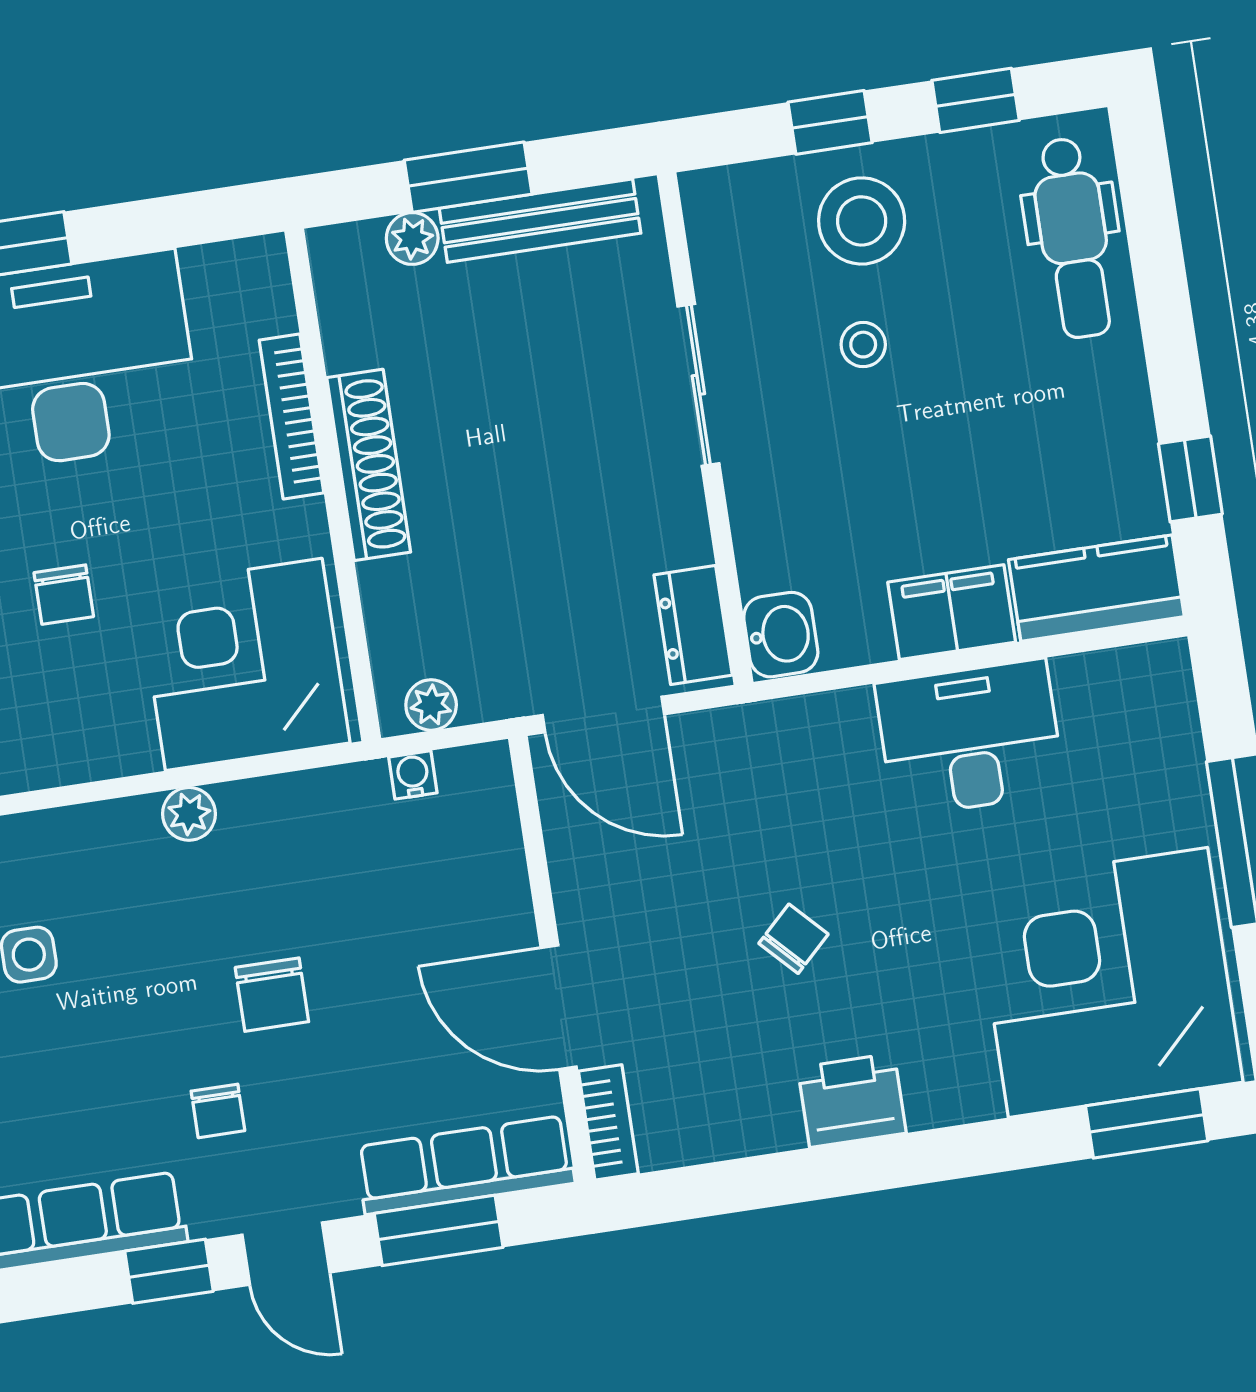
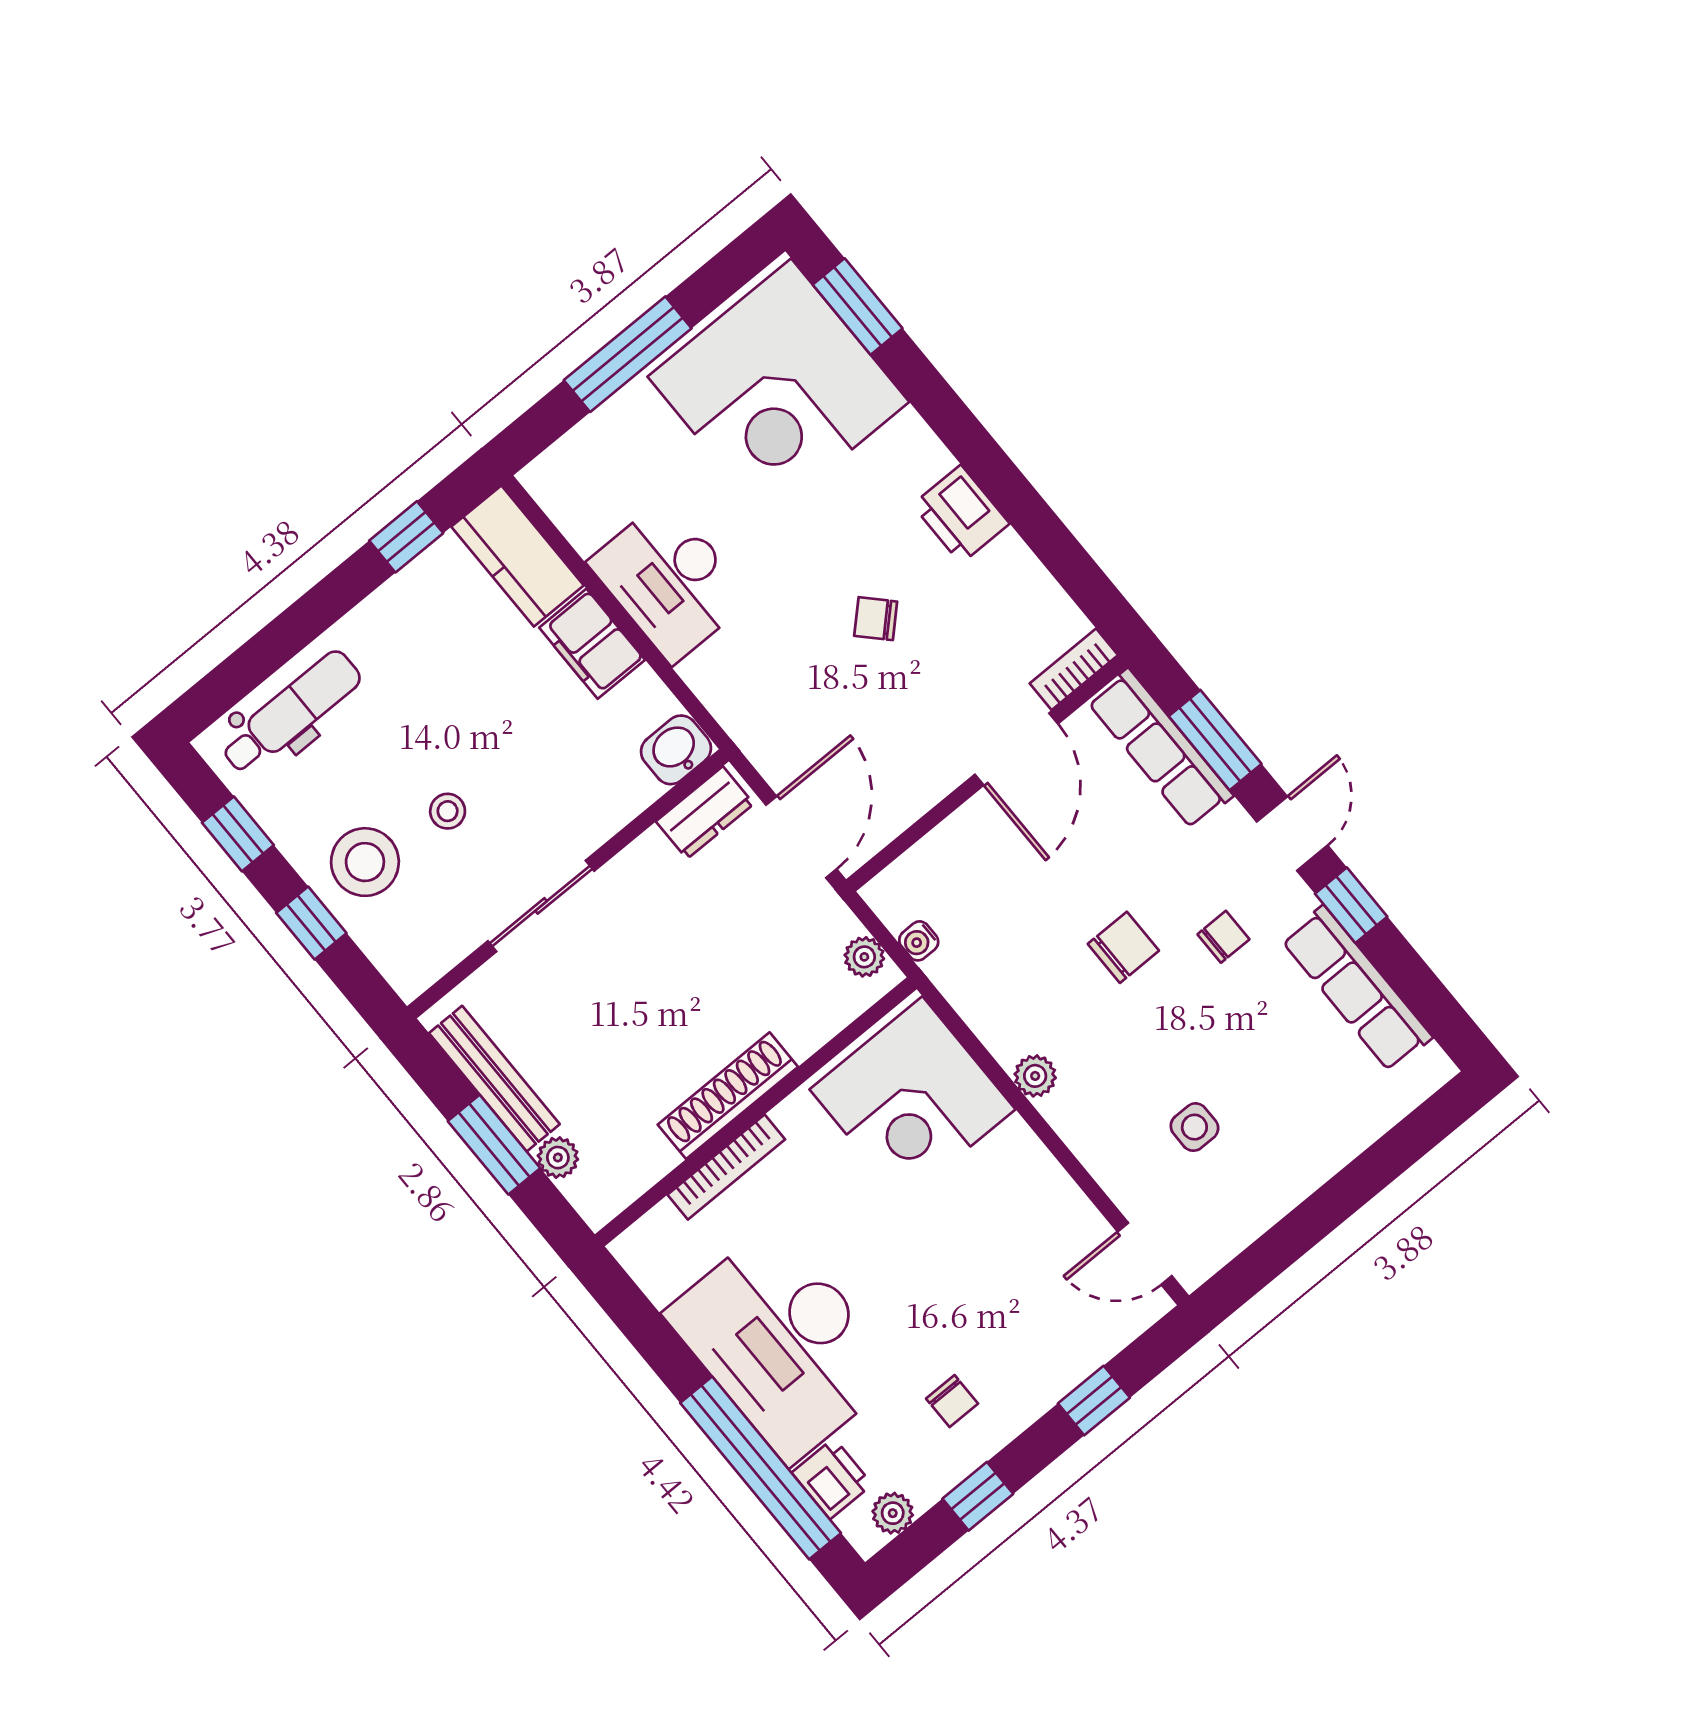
chair: (64, 595) -> (938, 1249), removed

